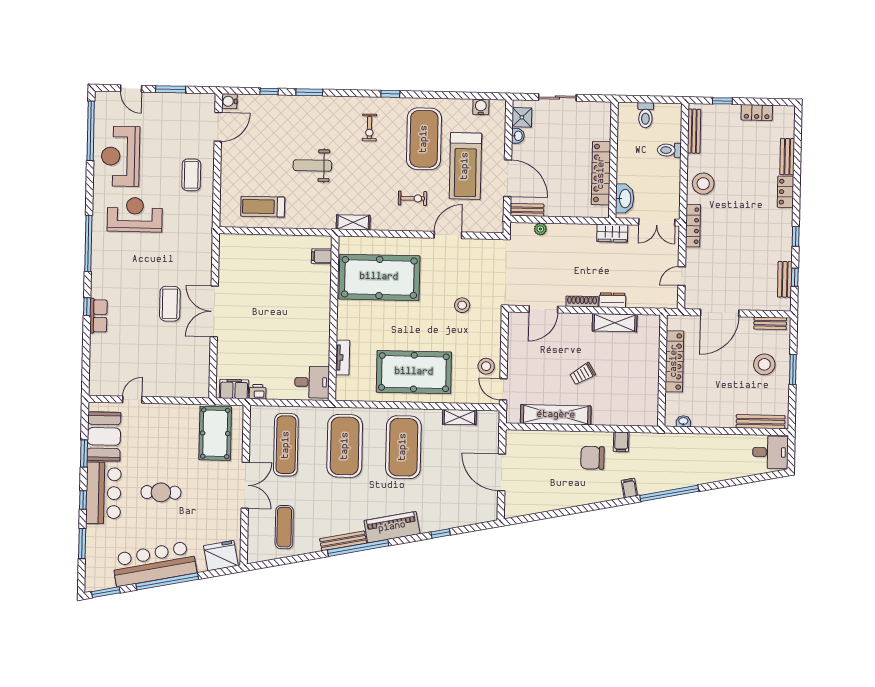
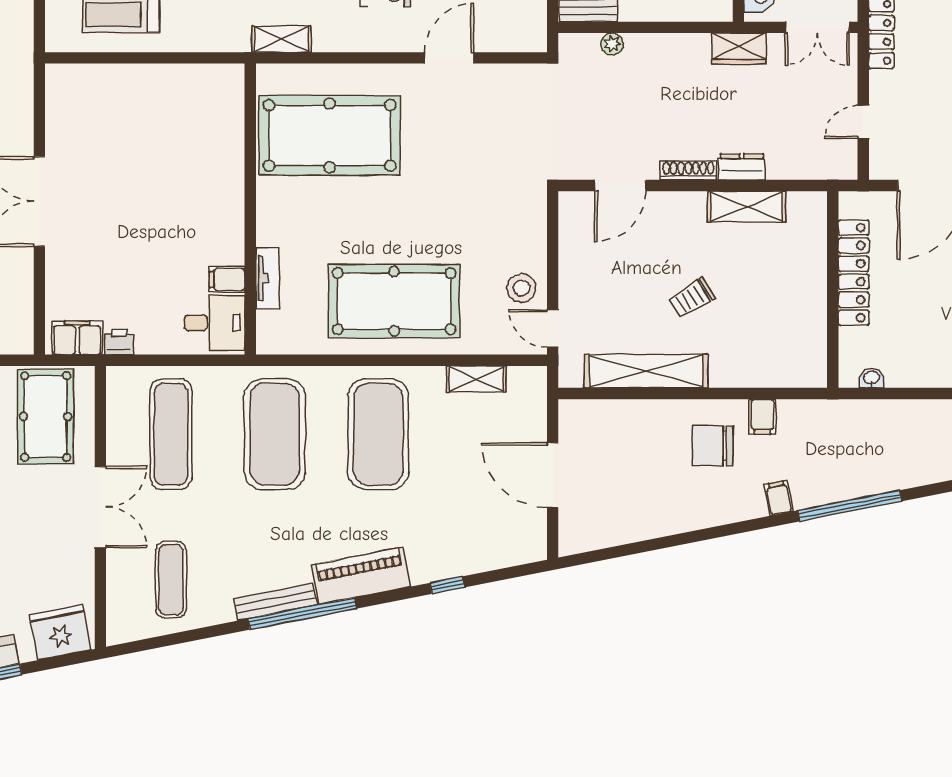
filing cabinet: (322, 256) -> (227, 279), moved
stool: (462, 305) -> (477, 181), removed

